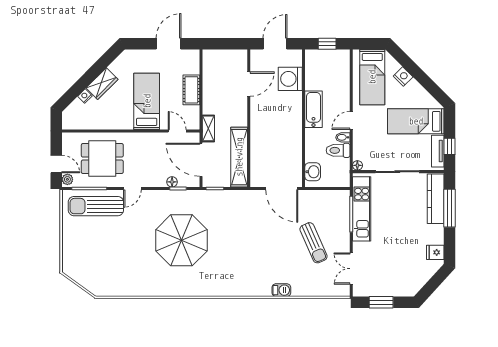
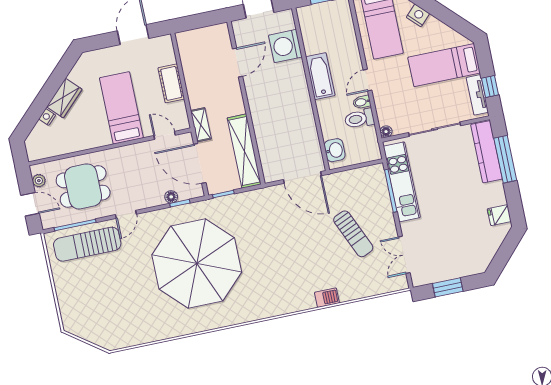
plant: (67, 179) -> (39, 181), moved
parasol: (181, 240) -> (197, 263), width x1.36, depth x1.36

